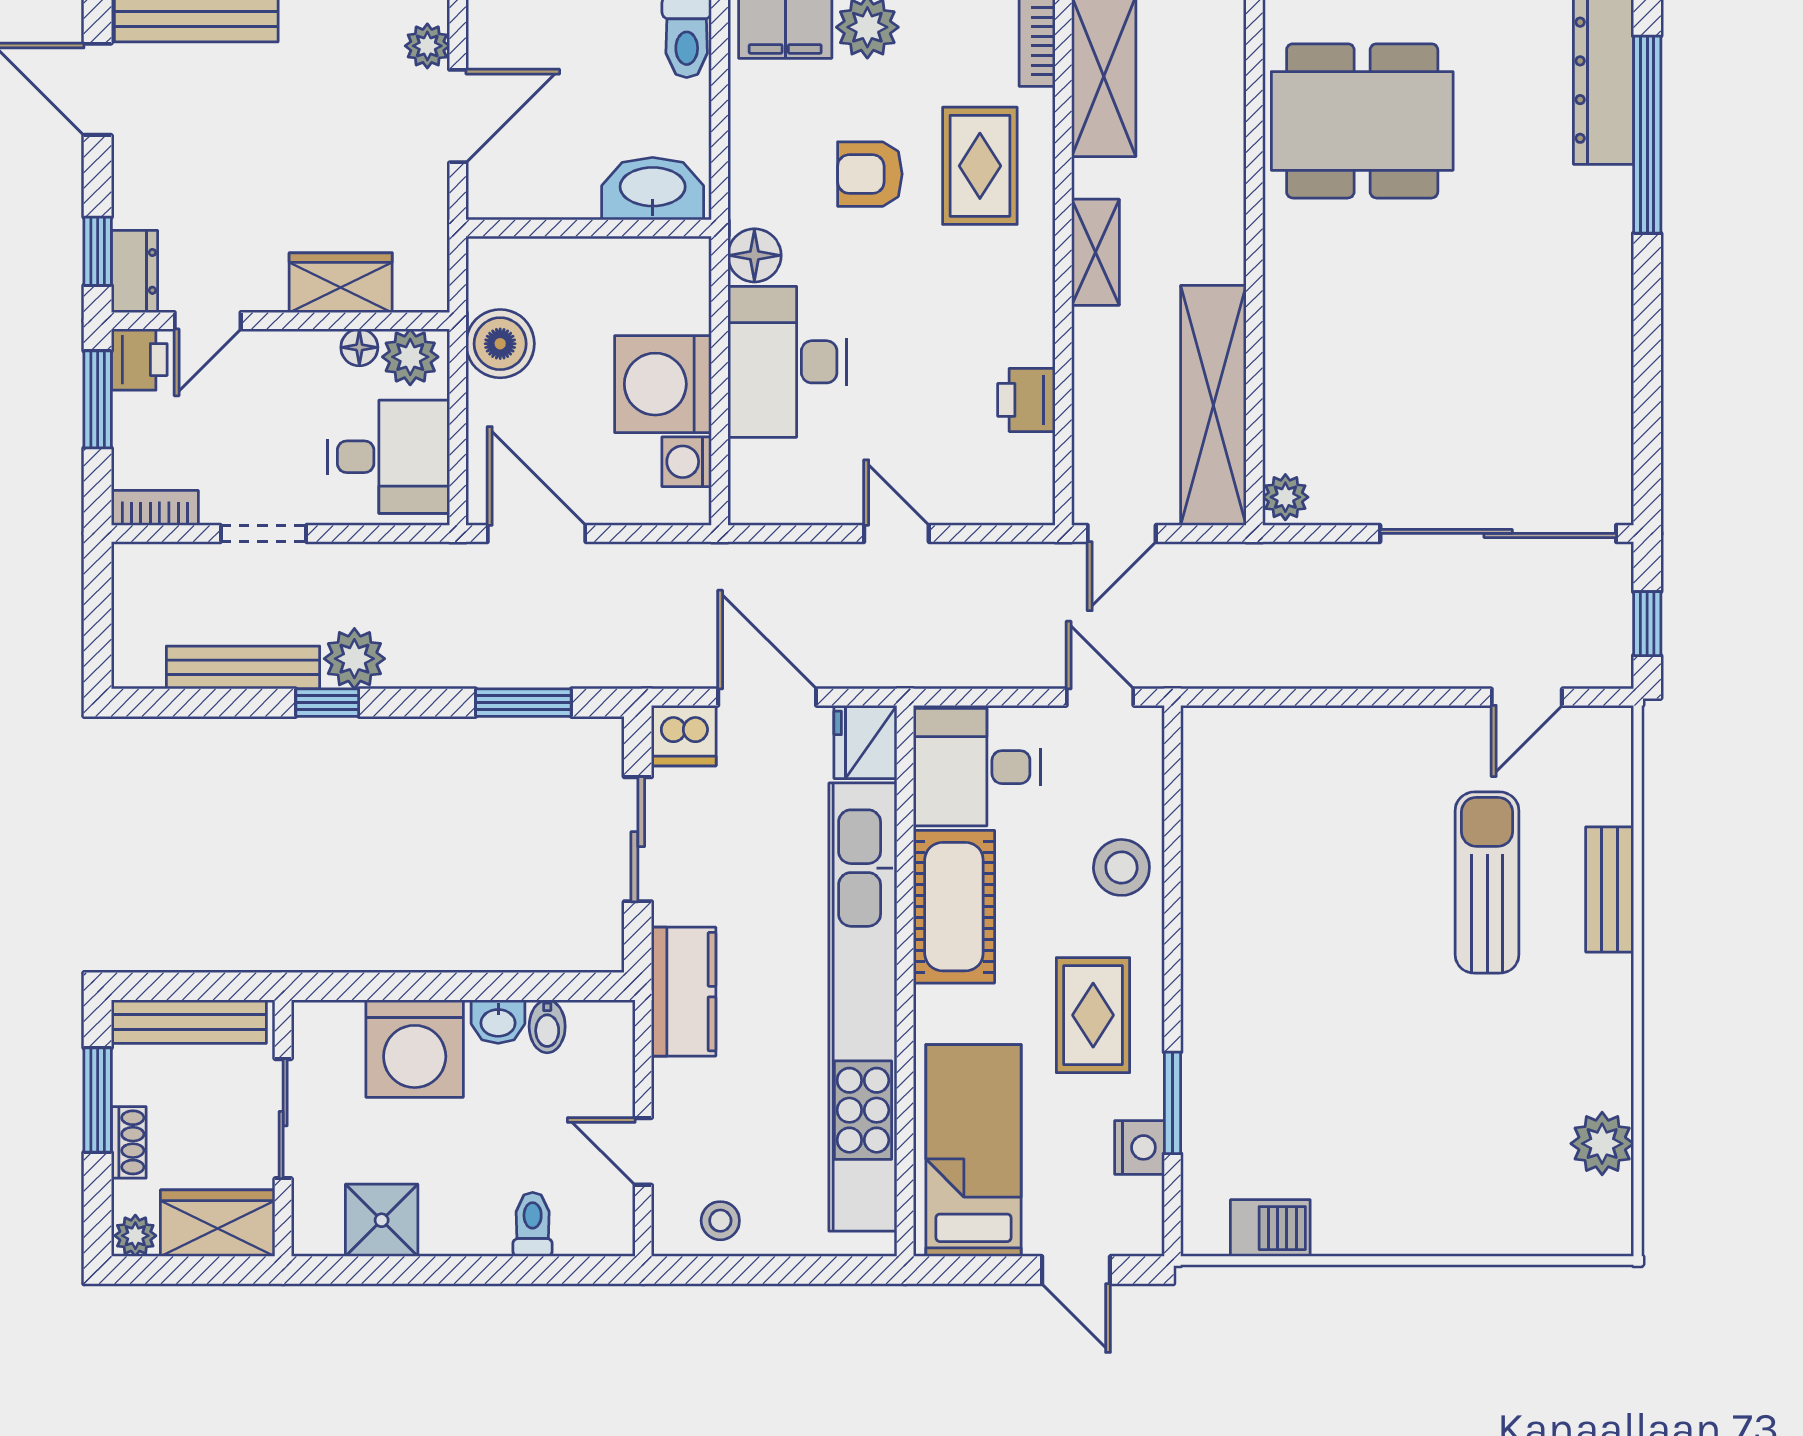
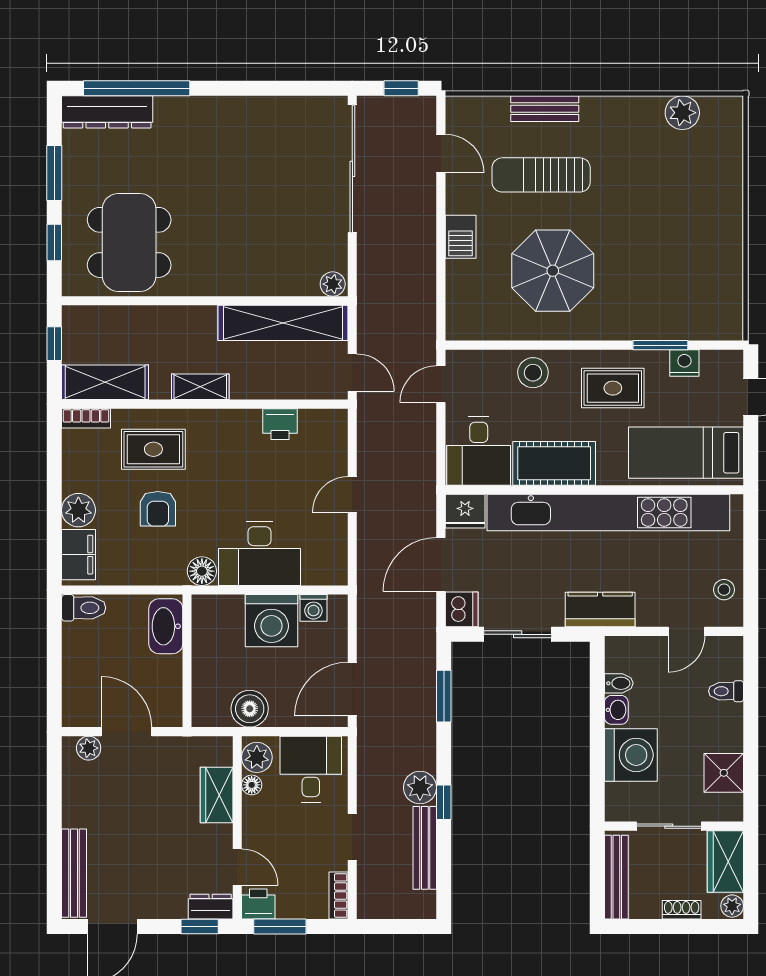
parasol: (1310, 904) -> (553, 271), added
window: (98, 1100) -> (659, 926), removed
barbecue: (1270, 1228) -> (461, 237), moved, turned 180

